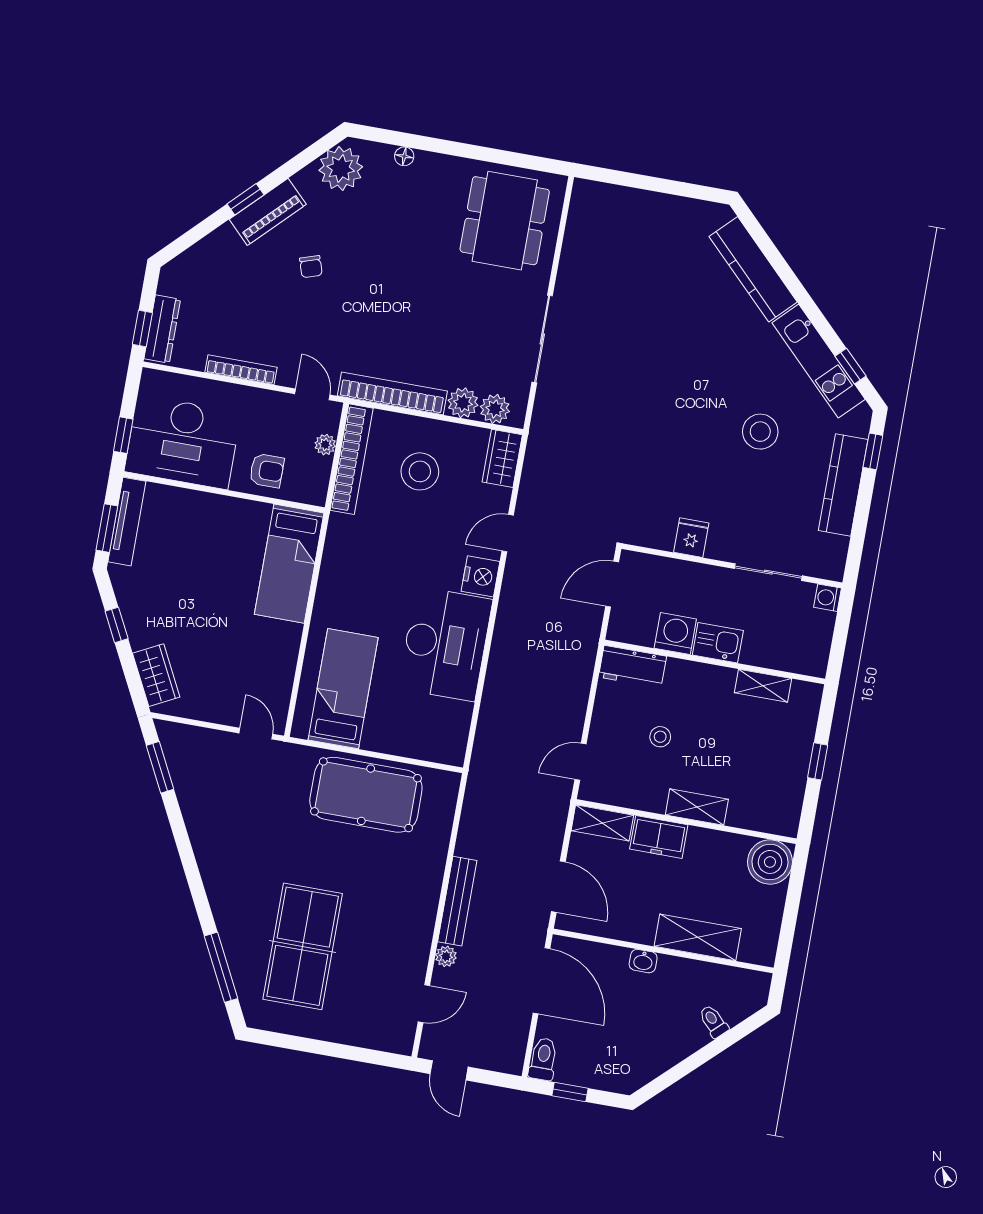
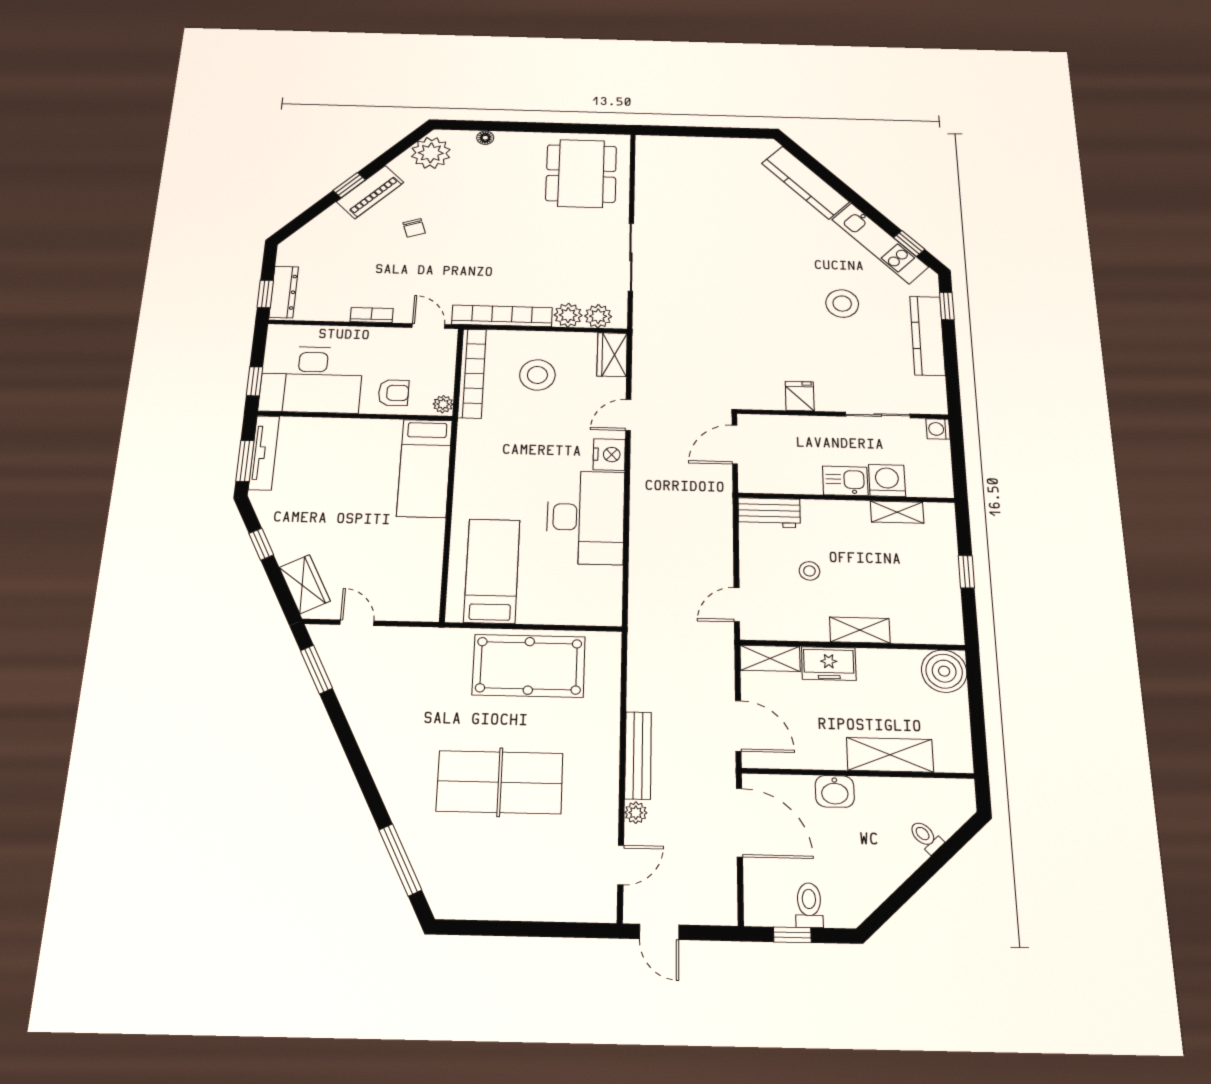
bookcase: (241, 370) -> (372, 315), width x0.64
plant: (325, 445) -> (443, 404), moved
washing machine: (675, 634) -> (887, 481), moved
door: (256, 734) -> (357, 623), moved
table tennis table: (303, 946) -> (500, 782), moved, turned 90
washbasin: (643, 961) -> (835, 791), width x1.38, depth x1.45
toilet: (543, 1059) -> (809, 905), moved

